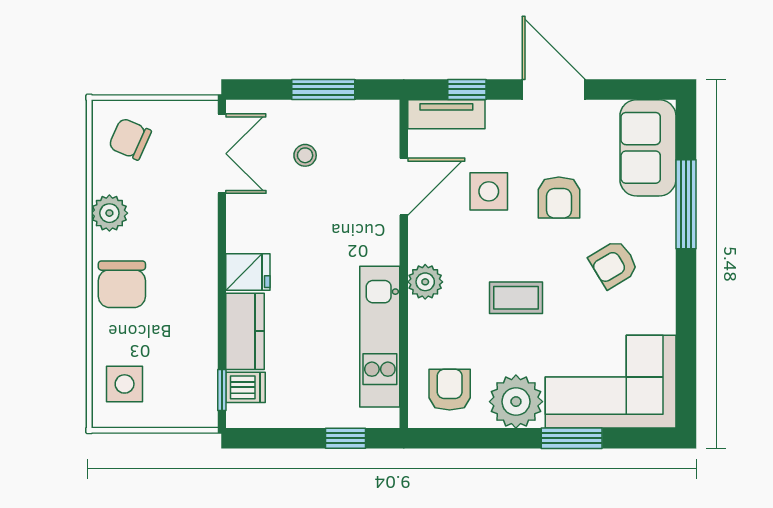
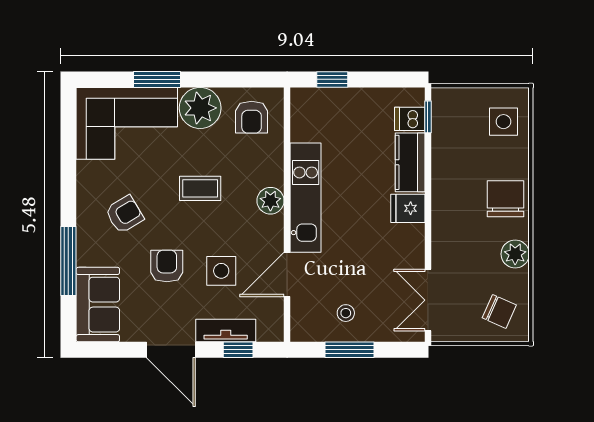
tv unit: (446, 114) -> (226, 331), moved
stool: (305, 155) -> (346, 313), moved
kitchen unit: (380, 337) -> (306, 198), moved

